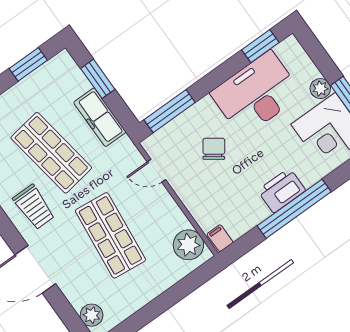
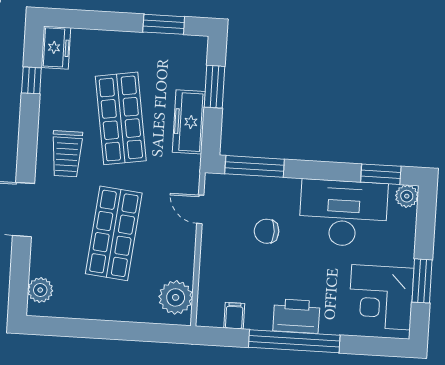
plant: (320, 89) -> (407, 196), moved
chair: (214, 149) -> (267, 231), turned -126
filing cabinet: (220, 238) -> (234, 316), moved

